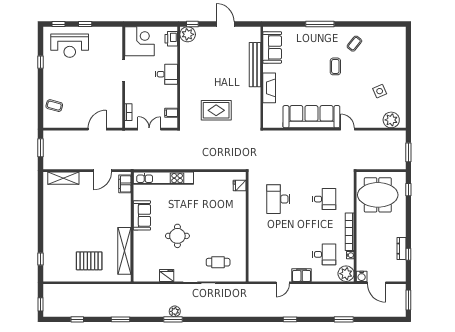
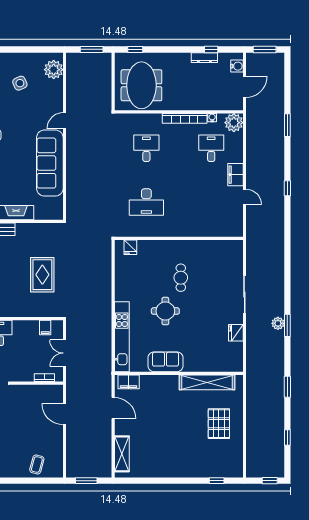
round table: (177, 236) -> (165, 311), moved
cafe table: (218, 262) -> (181, 278), moved
water cooler: (362, 276) -> (237, 66), moved

